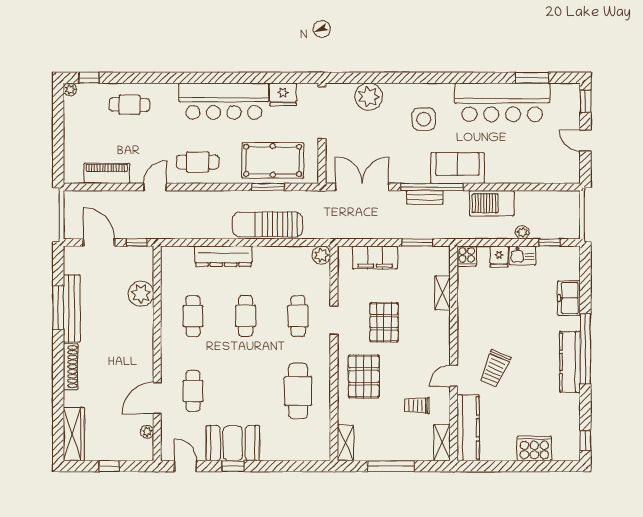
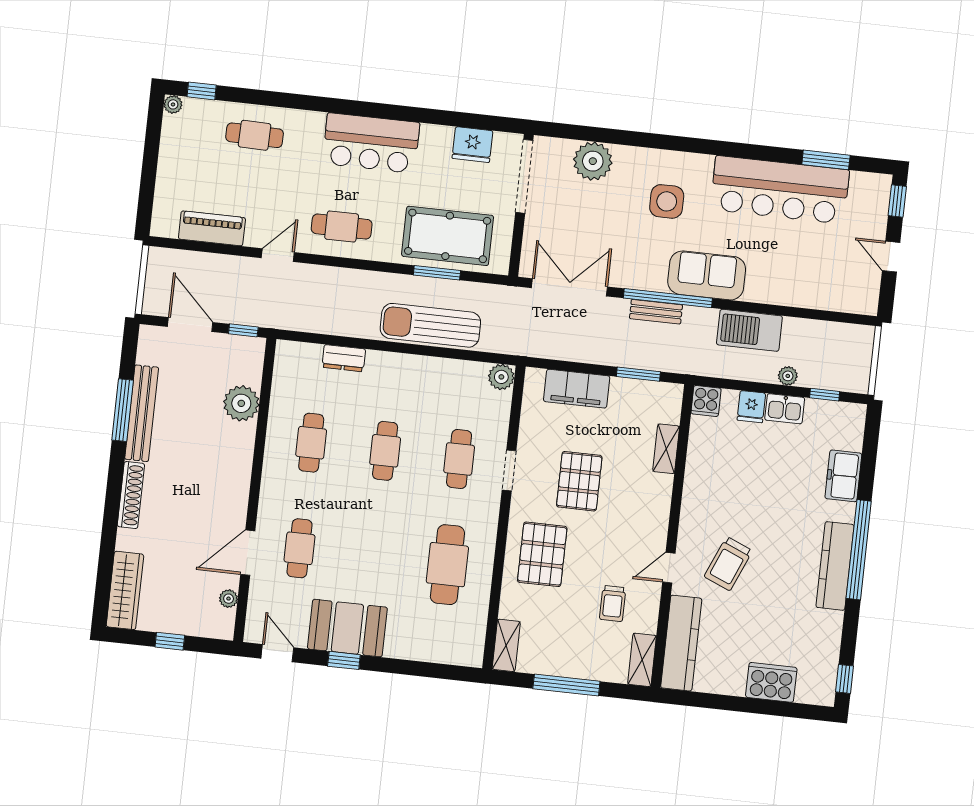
bar counter: (224, 101) -> (371, 143), width x0.73
dresser: (223, 256) -> (344, 358), width x0.51, depth x0.80
trolley: (417, 405) -> (613, 603), turned -91

